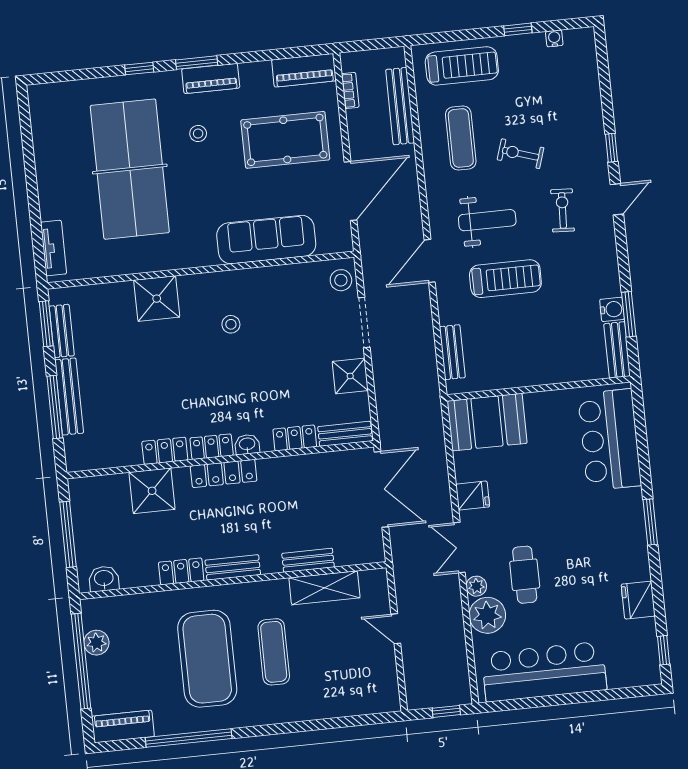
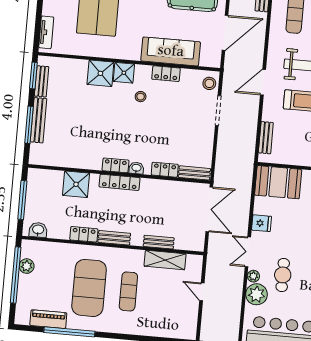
shower: (350, 376) -> (124, 73), moved
locker: (165, 451) -> (166, 74), moved, turned 180
piano: (123, 726) -> (48, 319), moved

